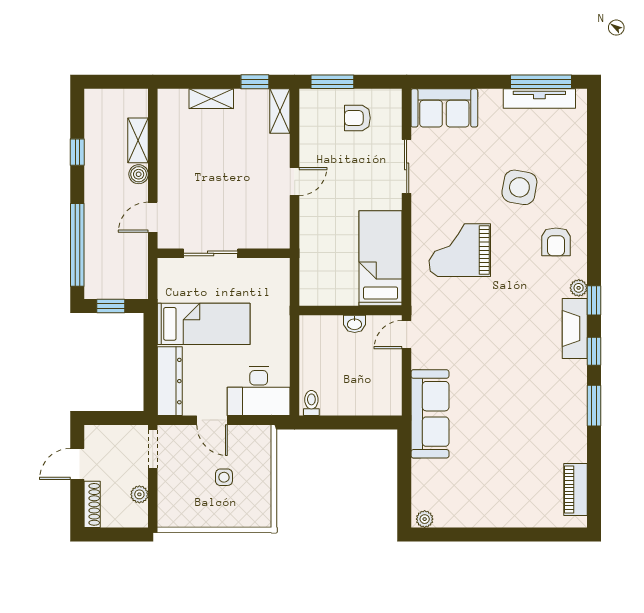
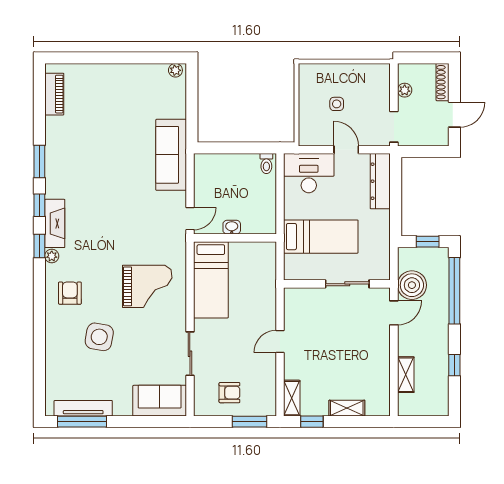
boiler: (139, 174) -> (412, 285), moved, width x1.86, depth x1.86
bed: (204, 324) -> (321, 237), moved, turned 180

